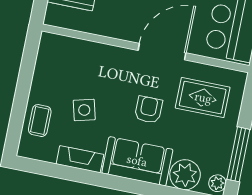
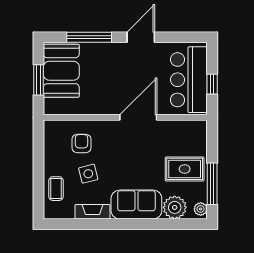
rug: (203, 98) -> (185, 169), moved
armchair: (149, 110) -> (81, 144), moved

